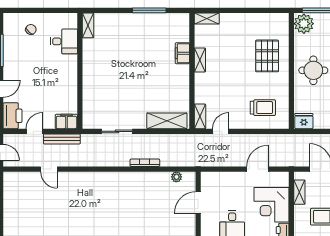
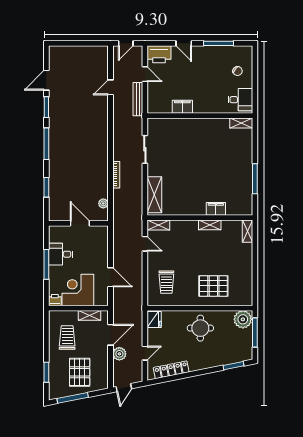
desk: (64, 41) -> (240, 100), moved, turned -90
filing cabinet: (66, 121) -> (182, 107), moved, turned -90

